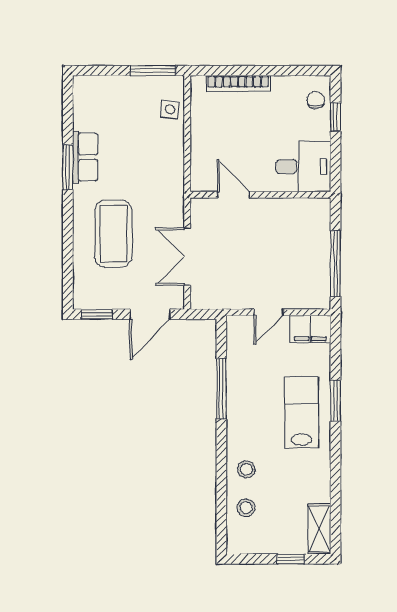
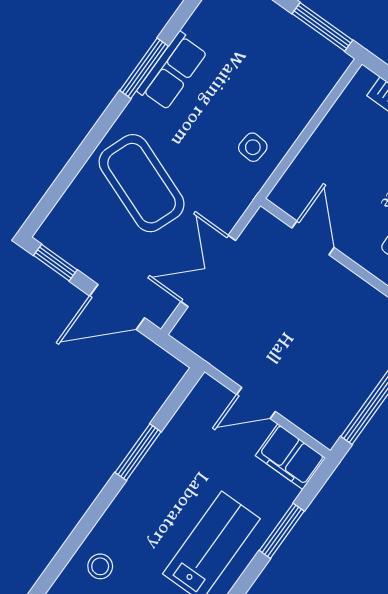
side table: (170, 109) -> (253, 147), moved
coffee table: (113, 234) -> (142, 183), turned -69
window: (221, 389) -> (138, 452), width x0.69
window: (335, 401) -> (282, 531), moved

